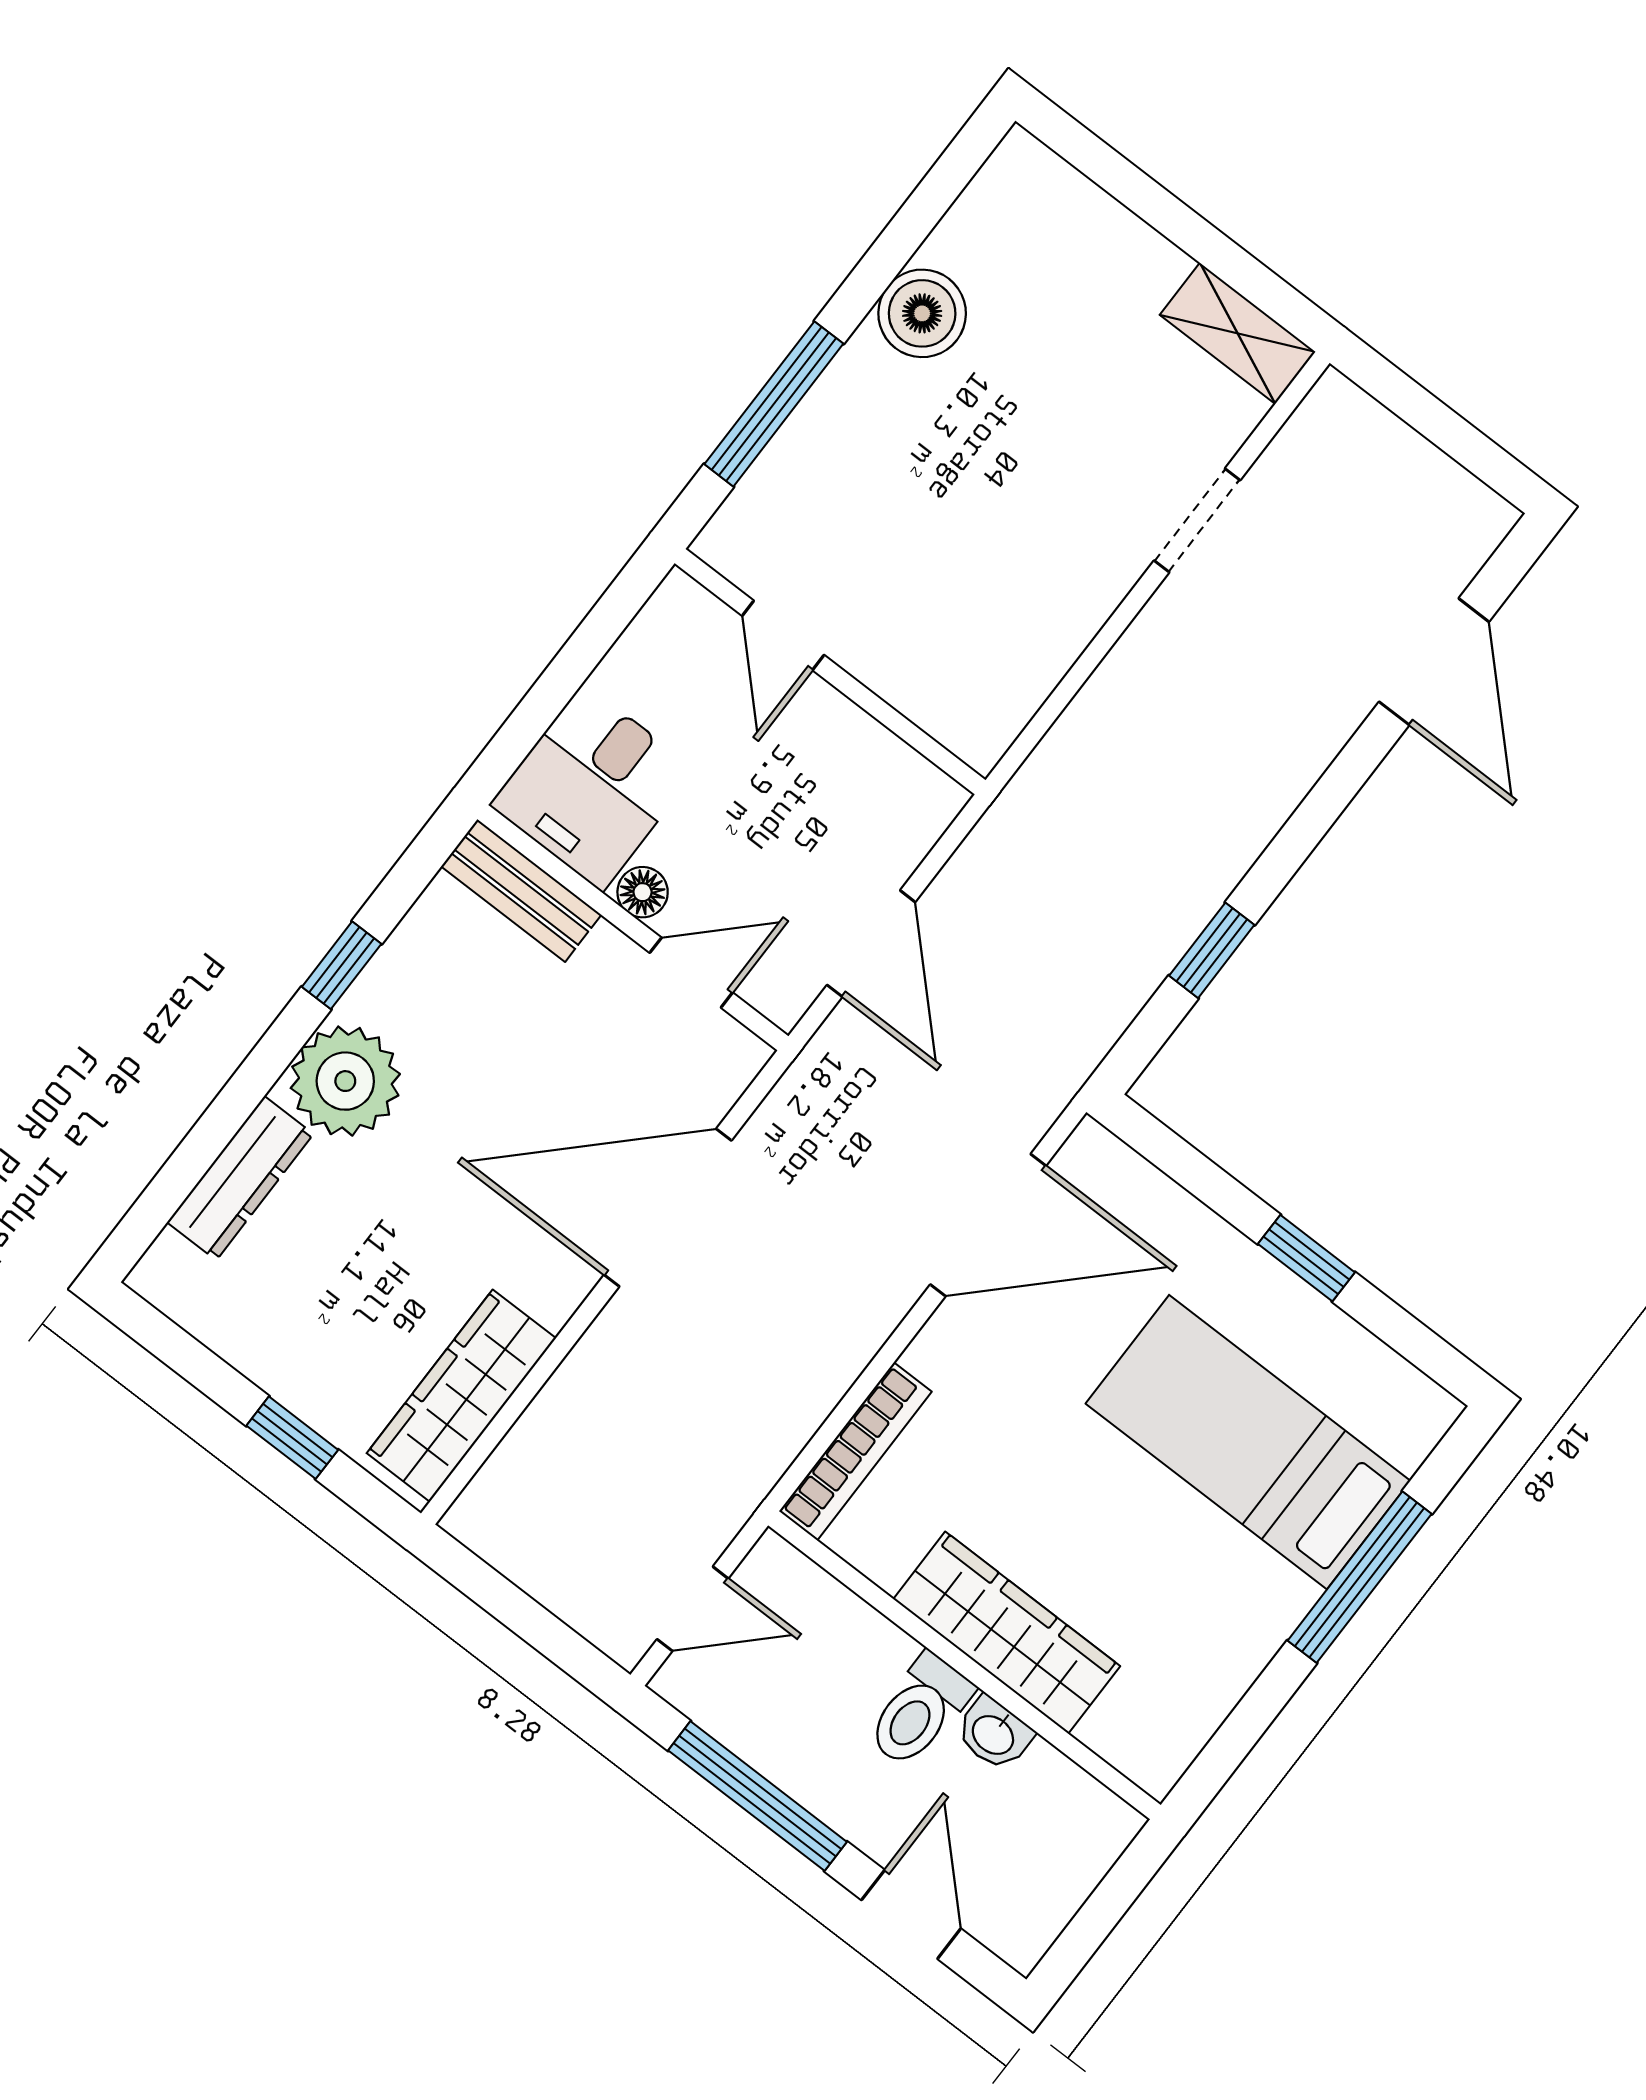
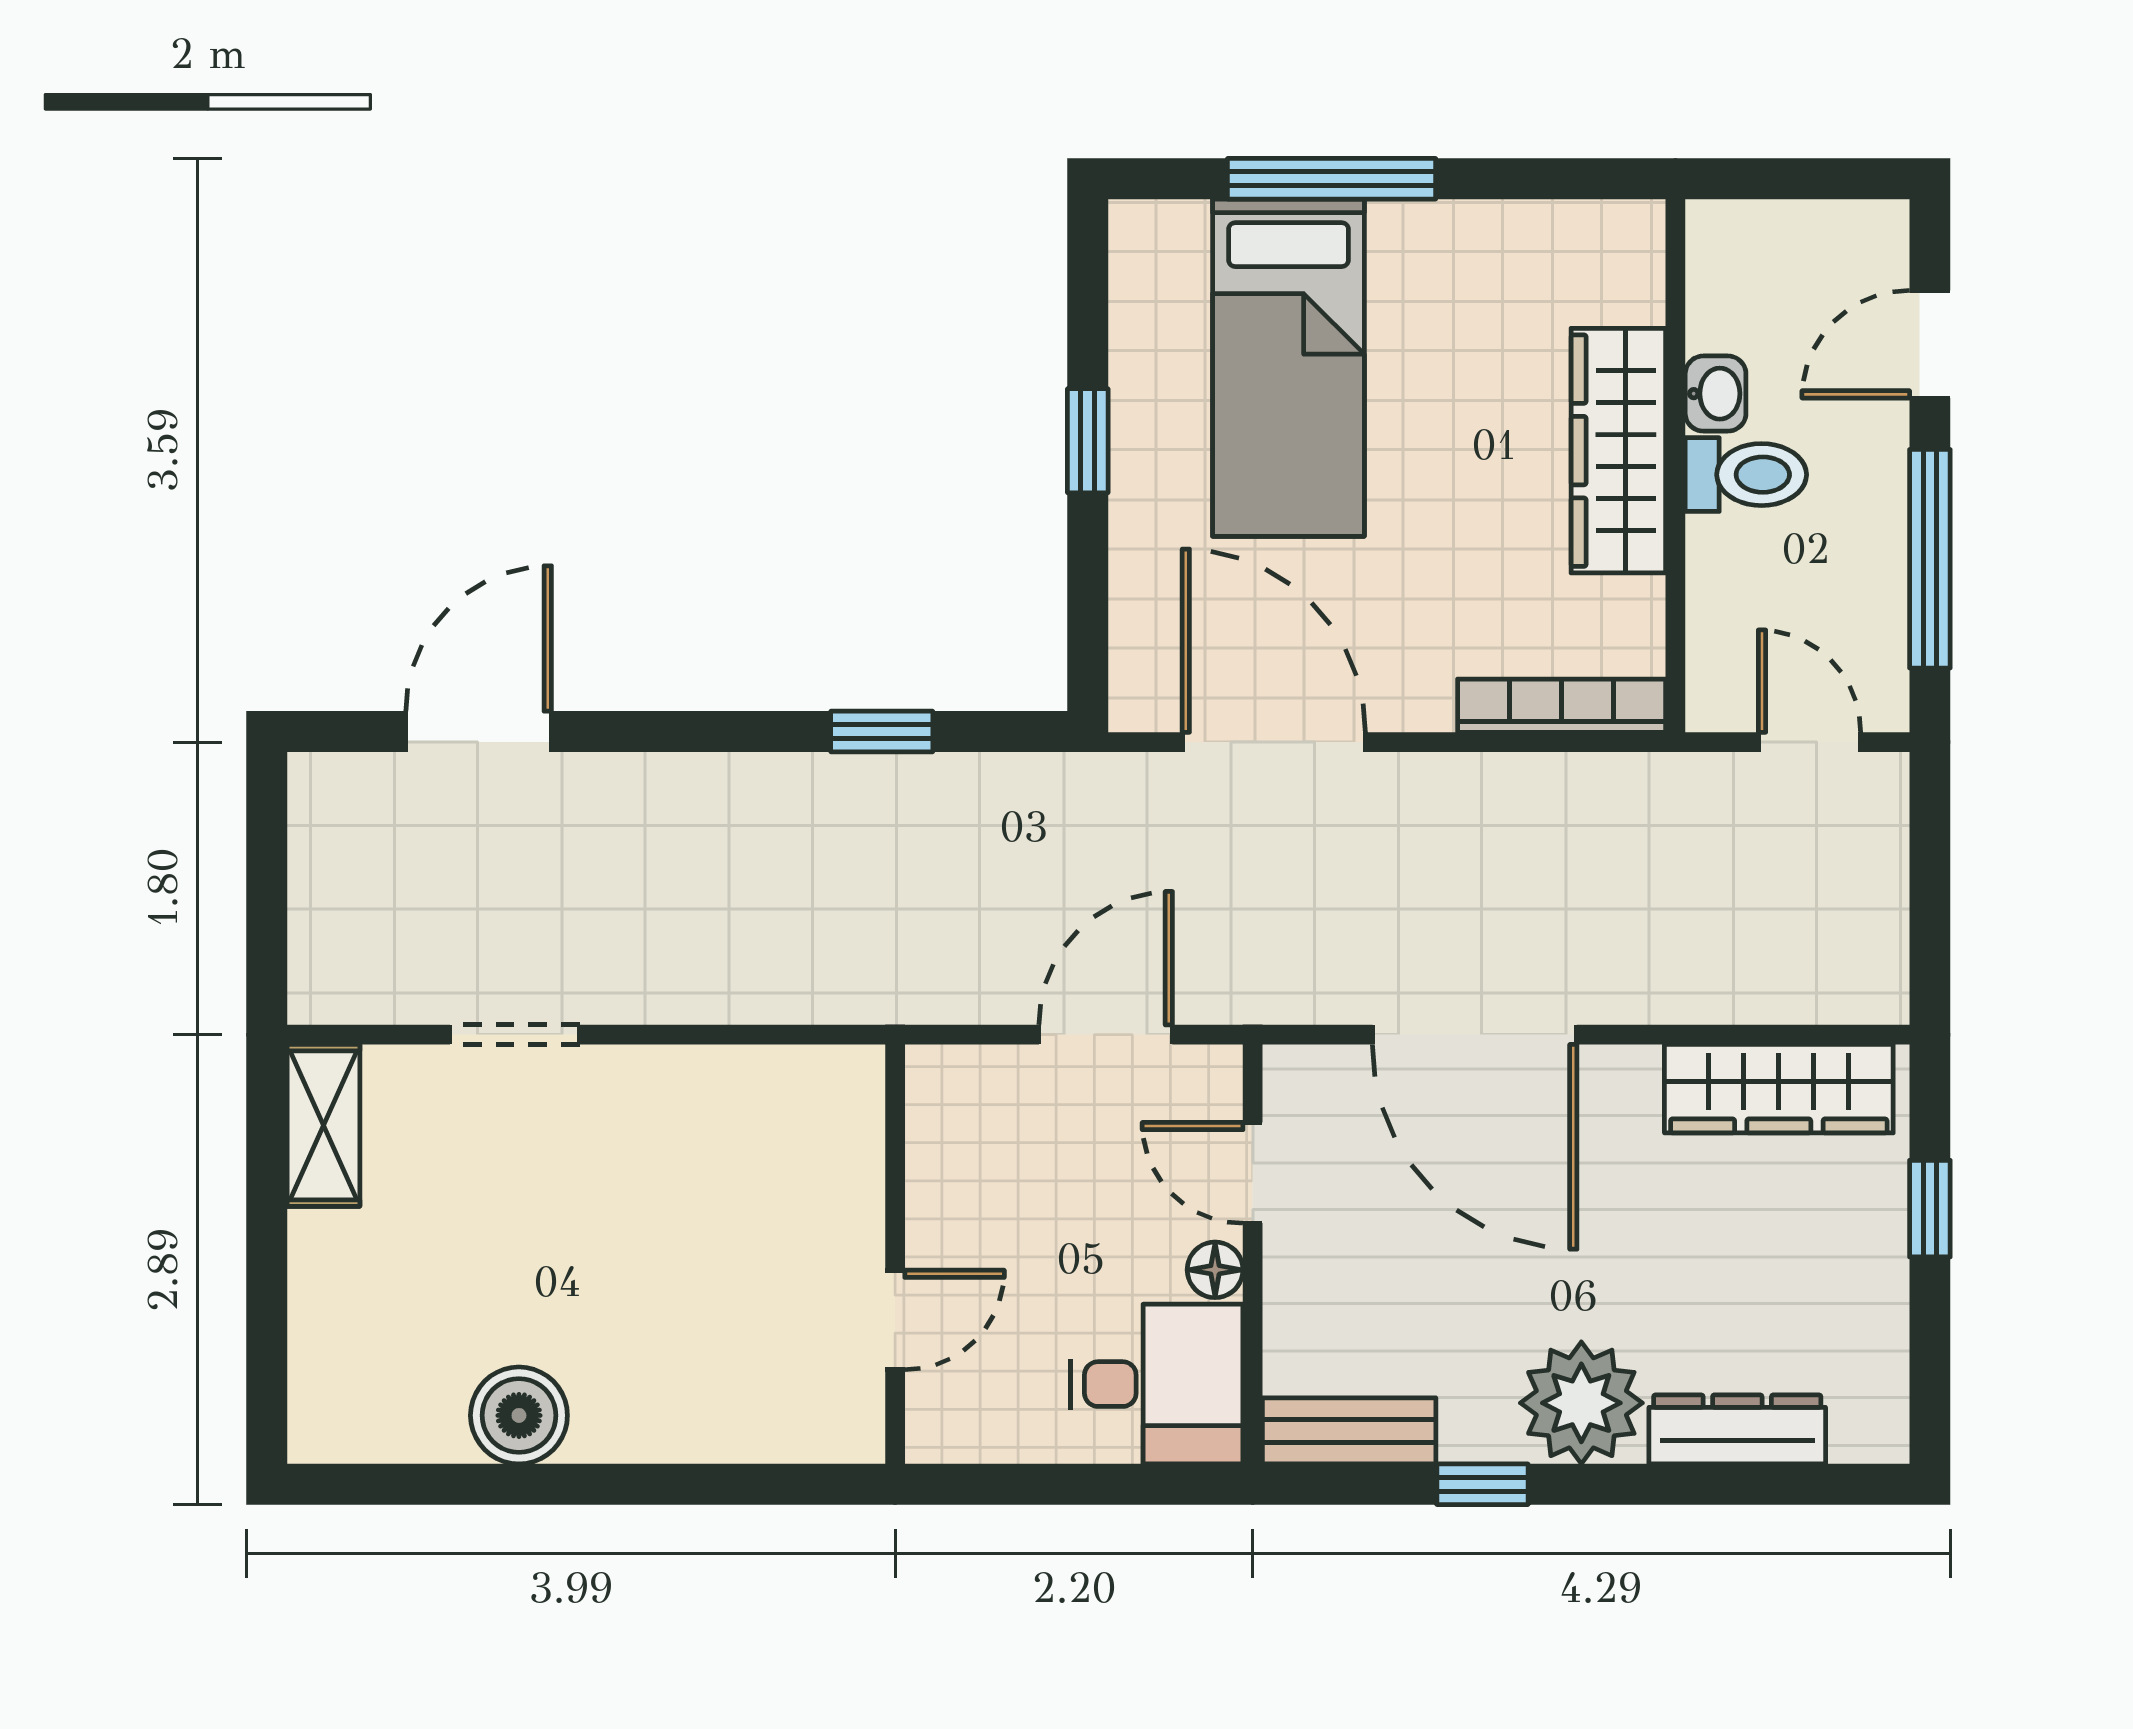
window: (774, 404) -> (698, 1484), removed
bench: (521, 891) -> (1349, 1431), moved, turned 90

